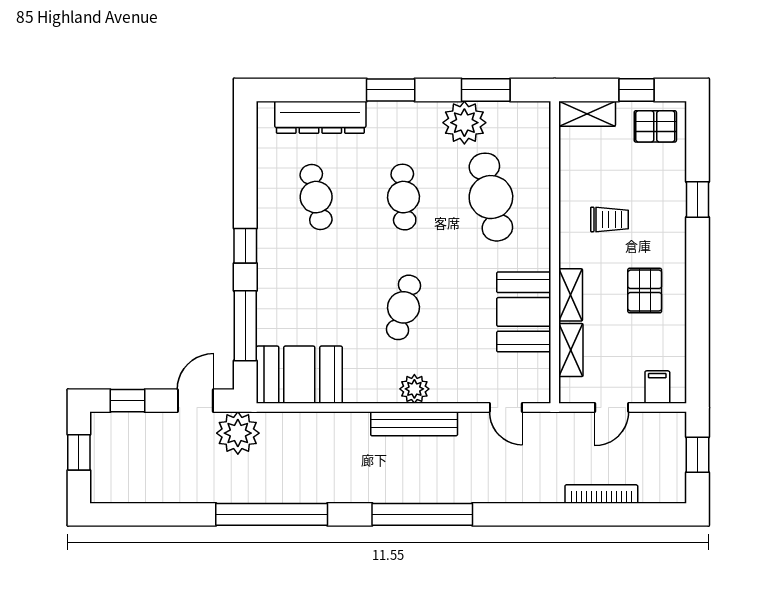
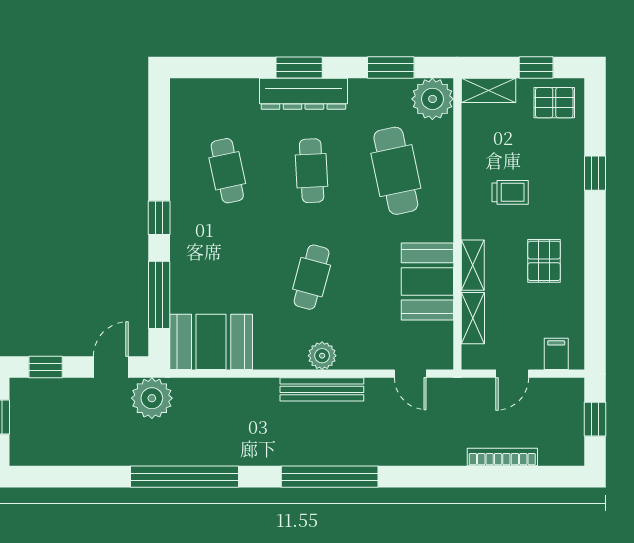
dresser: (320, 117) -> (303, 94), moved
plant: (464, 123) -> (432, 99), moved

